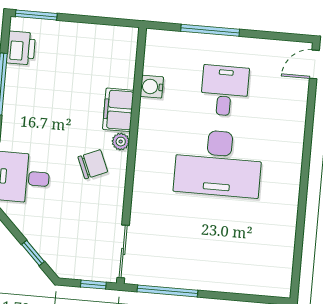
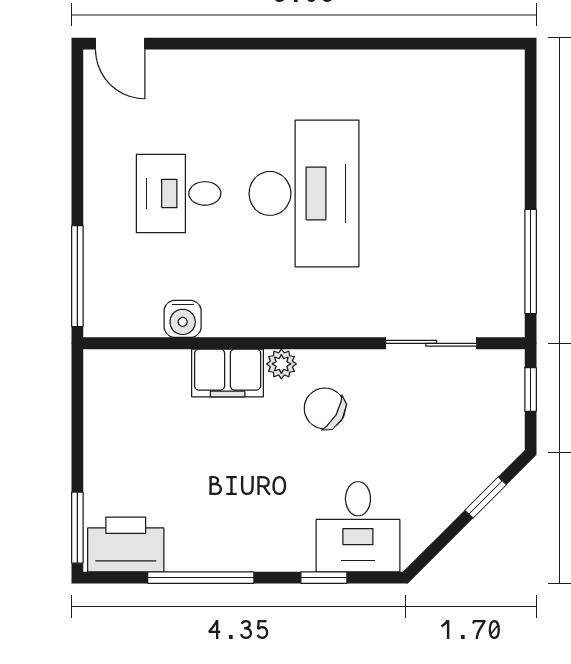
window: (210, 30) -> (77, 276), moved
printer: (21, 48) -> (126, 544), width x1.37, depth x1.19
chair: (93, 164) -> (325, 408), turned -37
sliding door: (123, 252) -> (431, 343), moved

